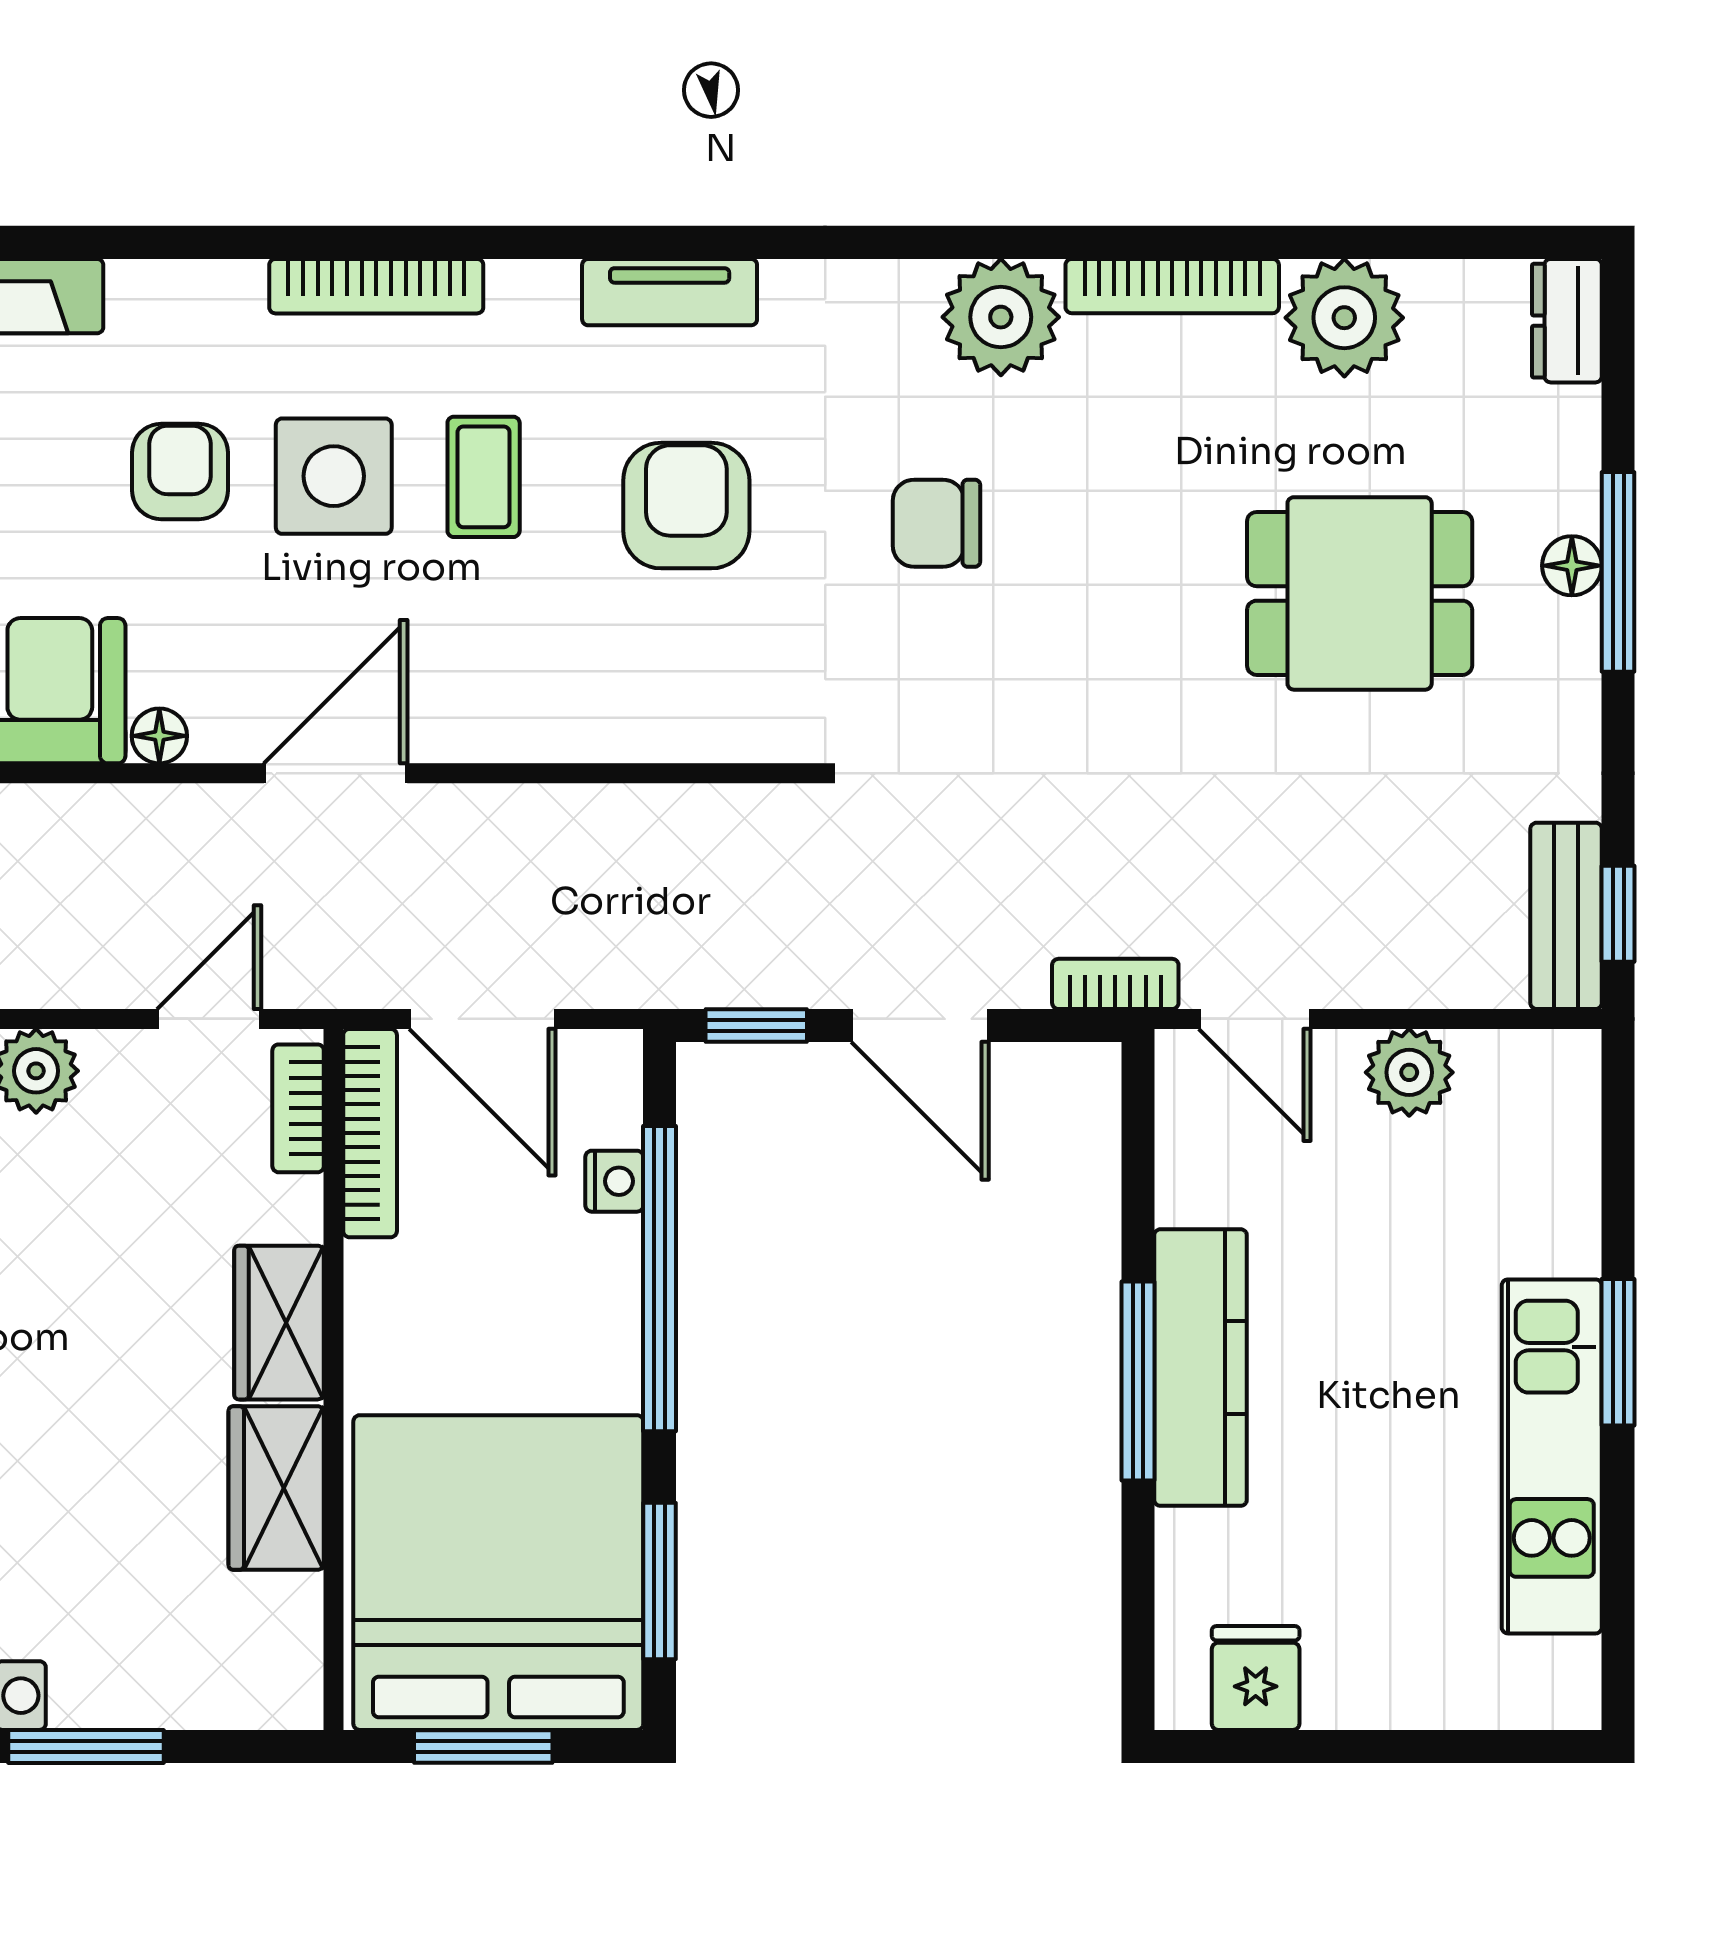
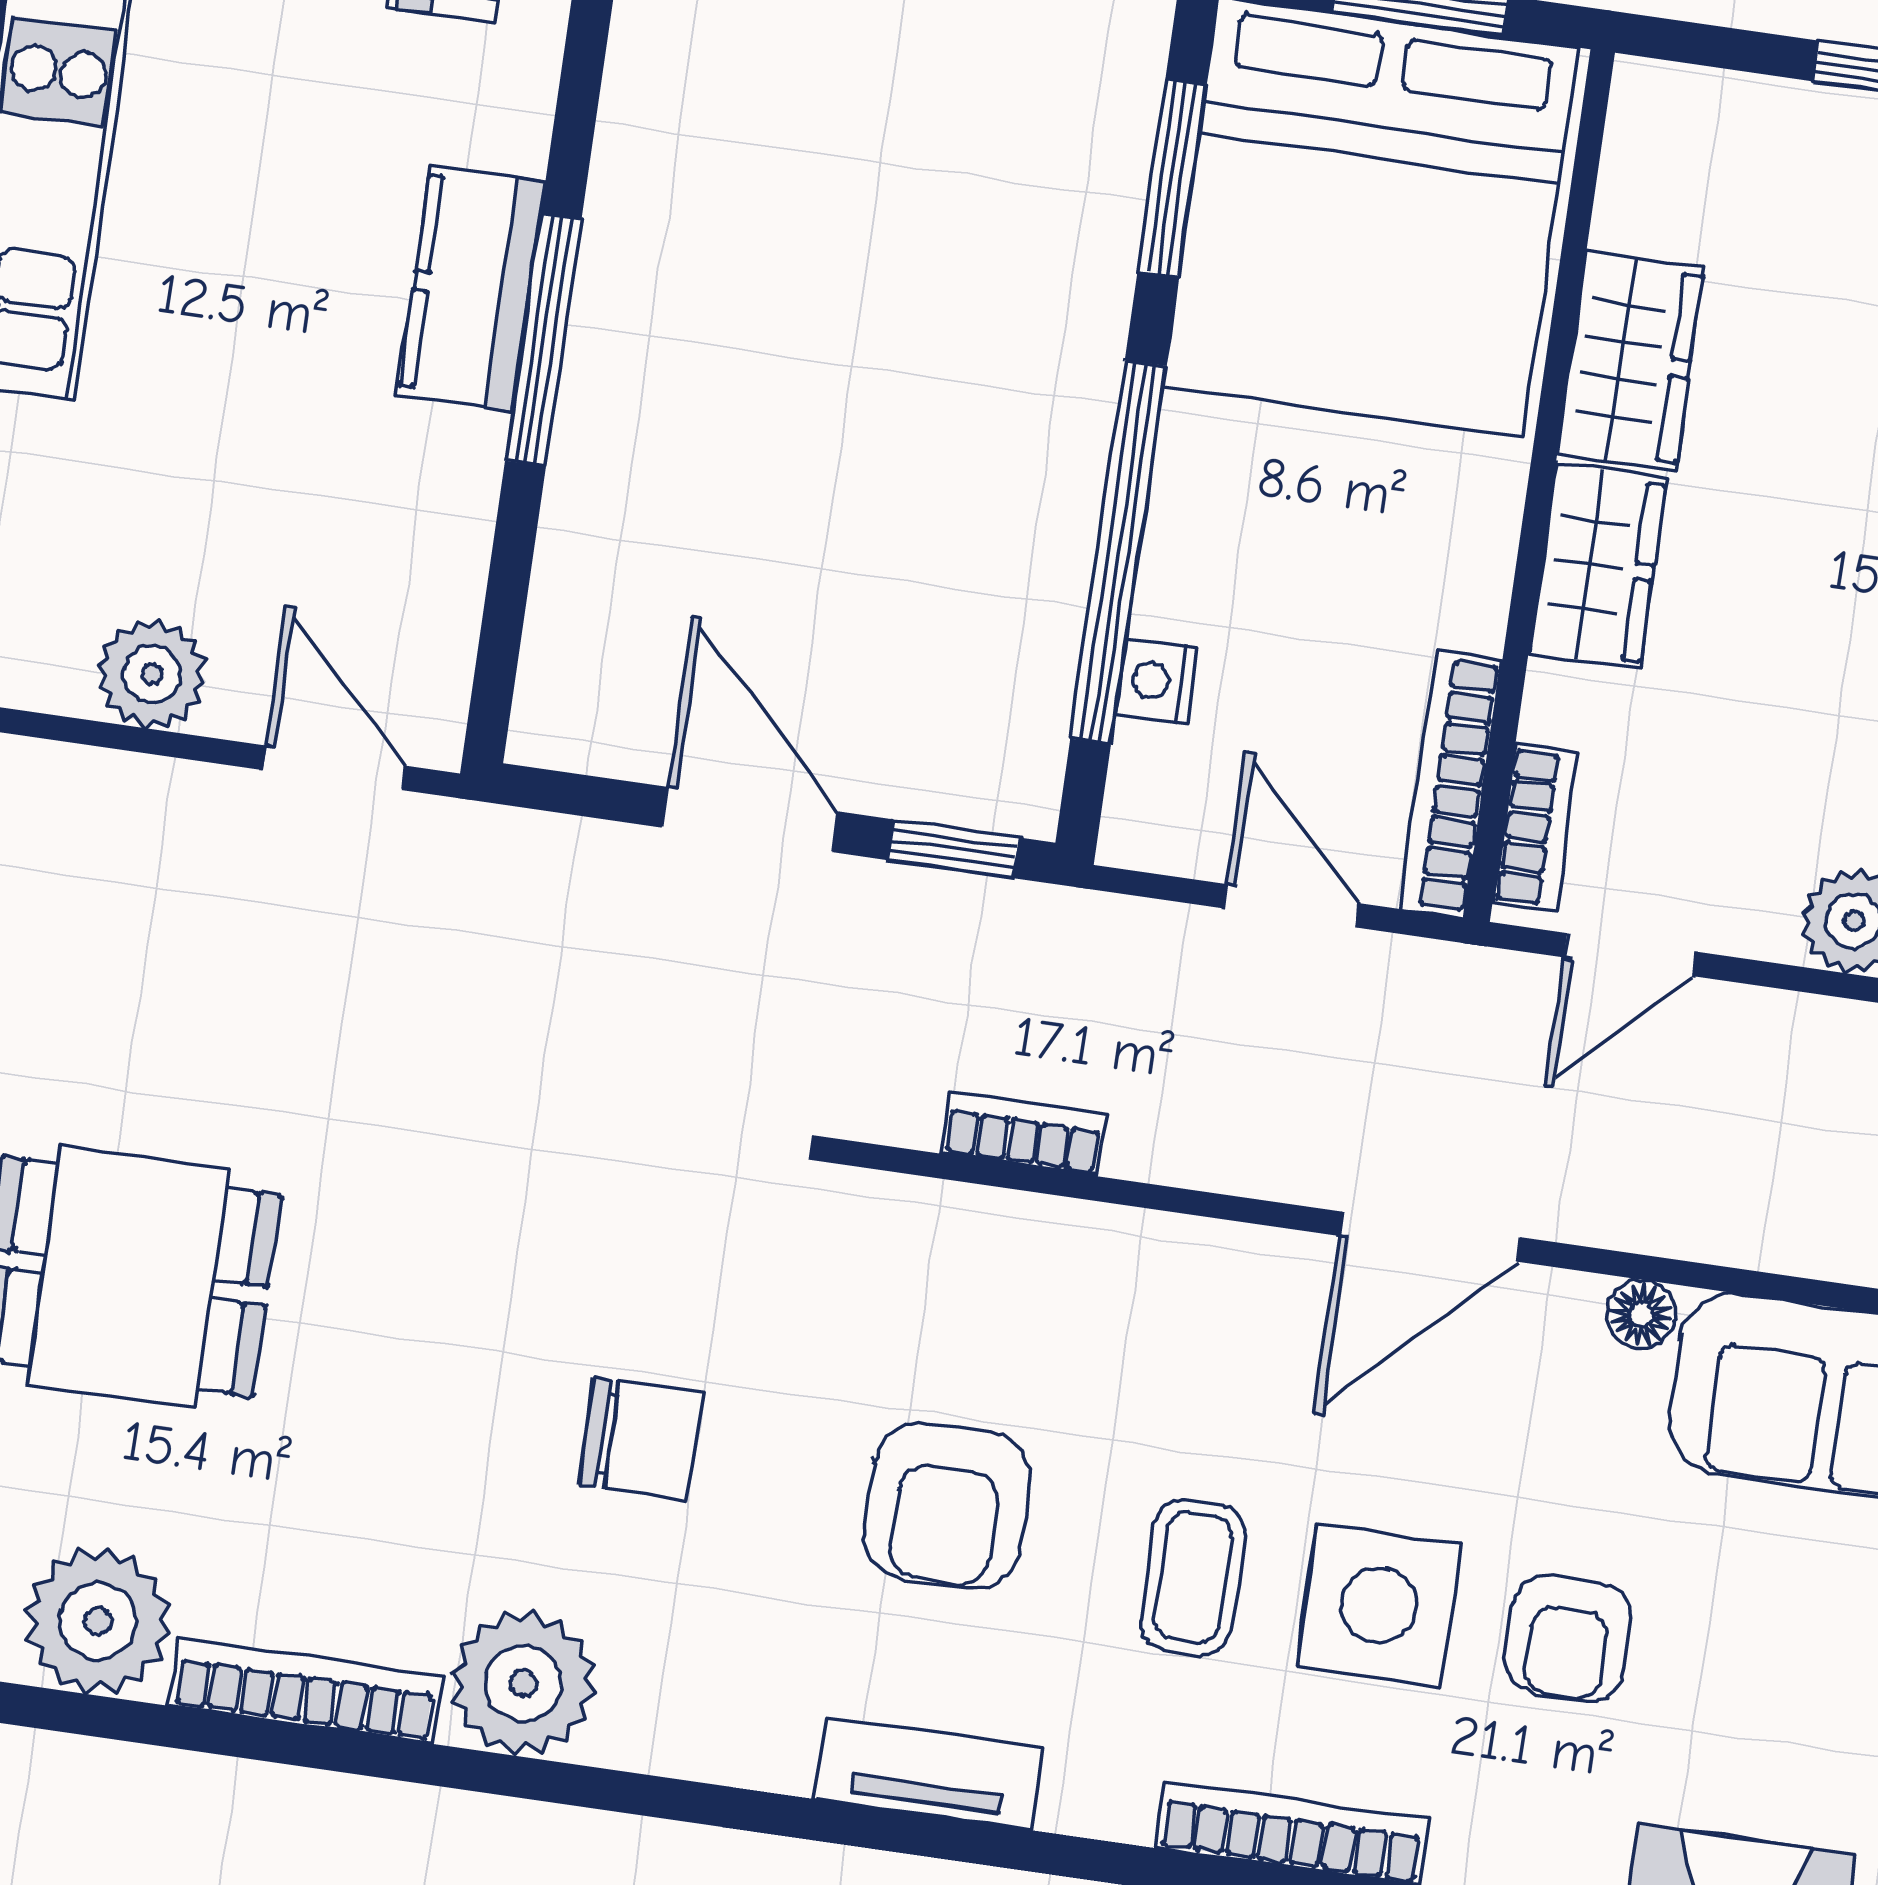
bookcase: (1115, 984) -> (1024, 1134), moved, turned 180
door: (482, 1019) -> (1291, 906), width x0.73
kitchen counter: (1201, 1368) -> (472, 288), width x0.67

